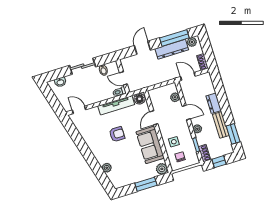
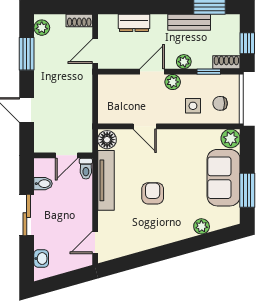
window: (174, 38) -> (27, 54), width x0.69
dresser: (172, 49) -> (44, 64), removed
plant: (175, 97) -> (173, 82), moved
dresser: (214, 103) -> (134, 23), moved
sofa: (150, 145) -> (224, 178), moved, turned 90
window: (146, 184) -> (247, 190), moved

